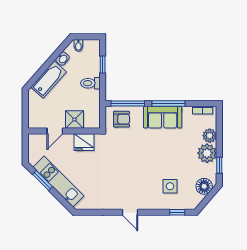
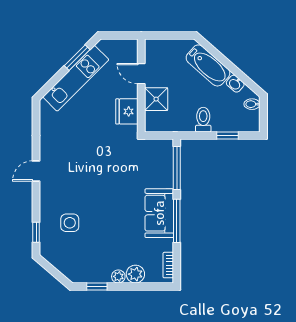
armchair: (121, 119) -> (157, 160), removed
plant: (207, 153) -> (118, 276), width x0.53, depth x0.53
floor lamp: (204, 186) -> (70, 267), removed

